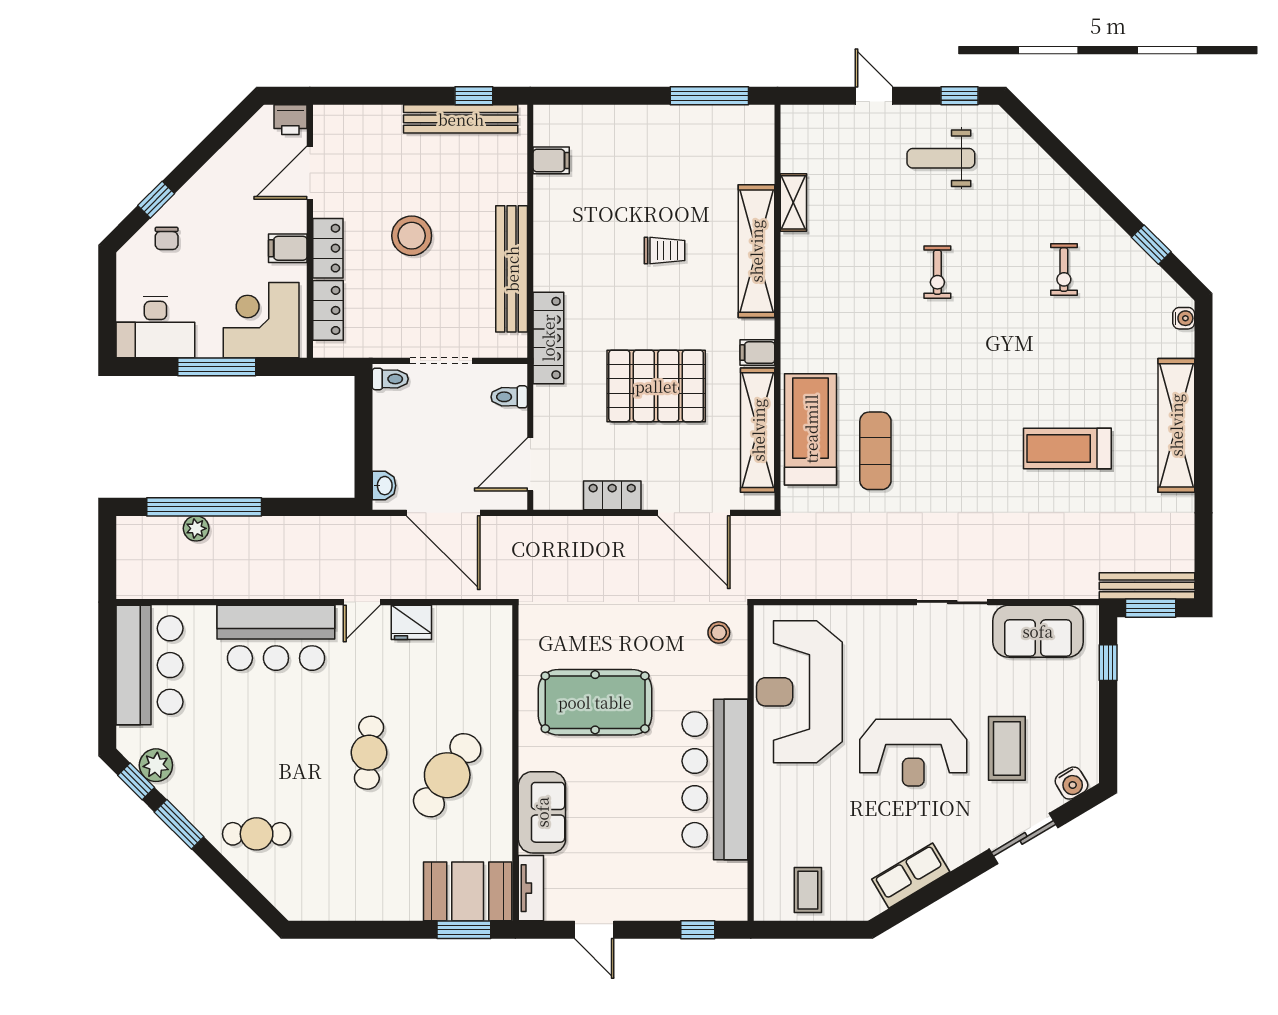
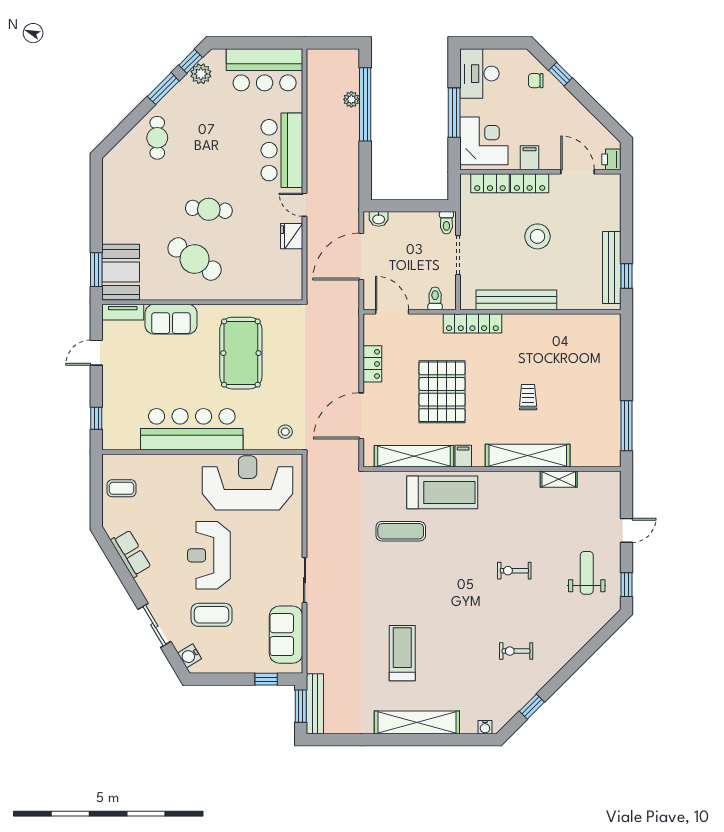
filing cabinet: (551, 160) -> (585, 325), removed
trolley: (665, 251) -> (528, 397), turned 180
treadmill: (811, 429) -> (442, 492), moved

